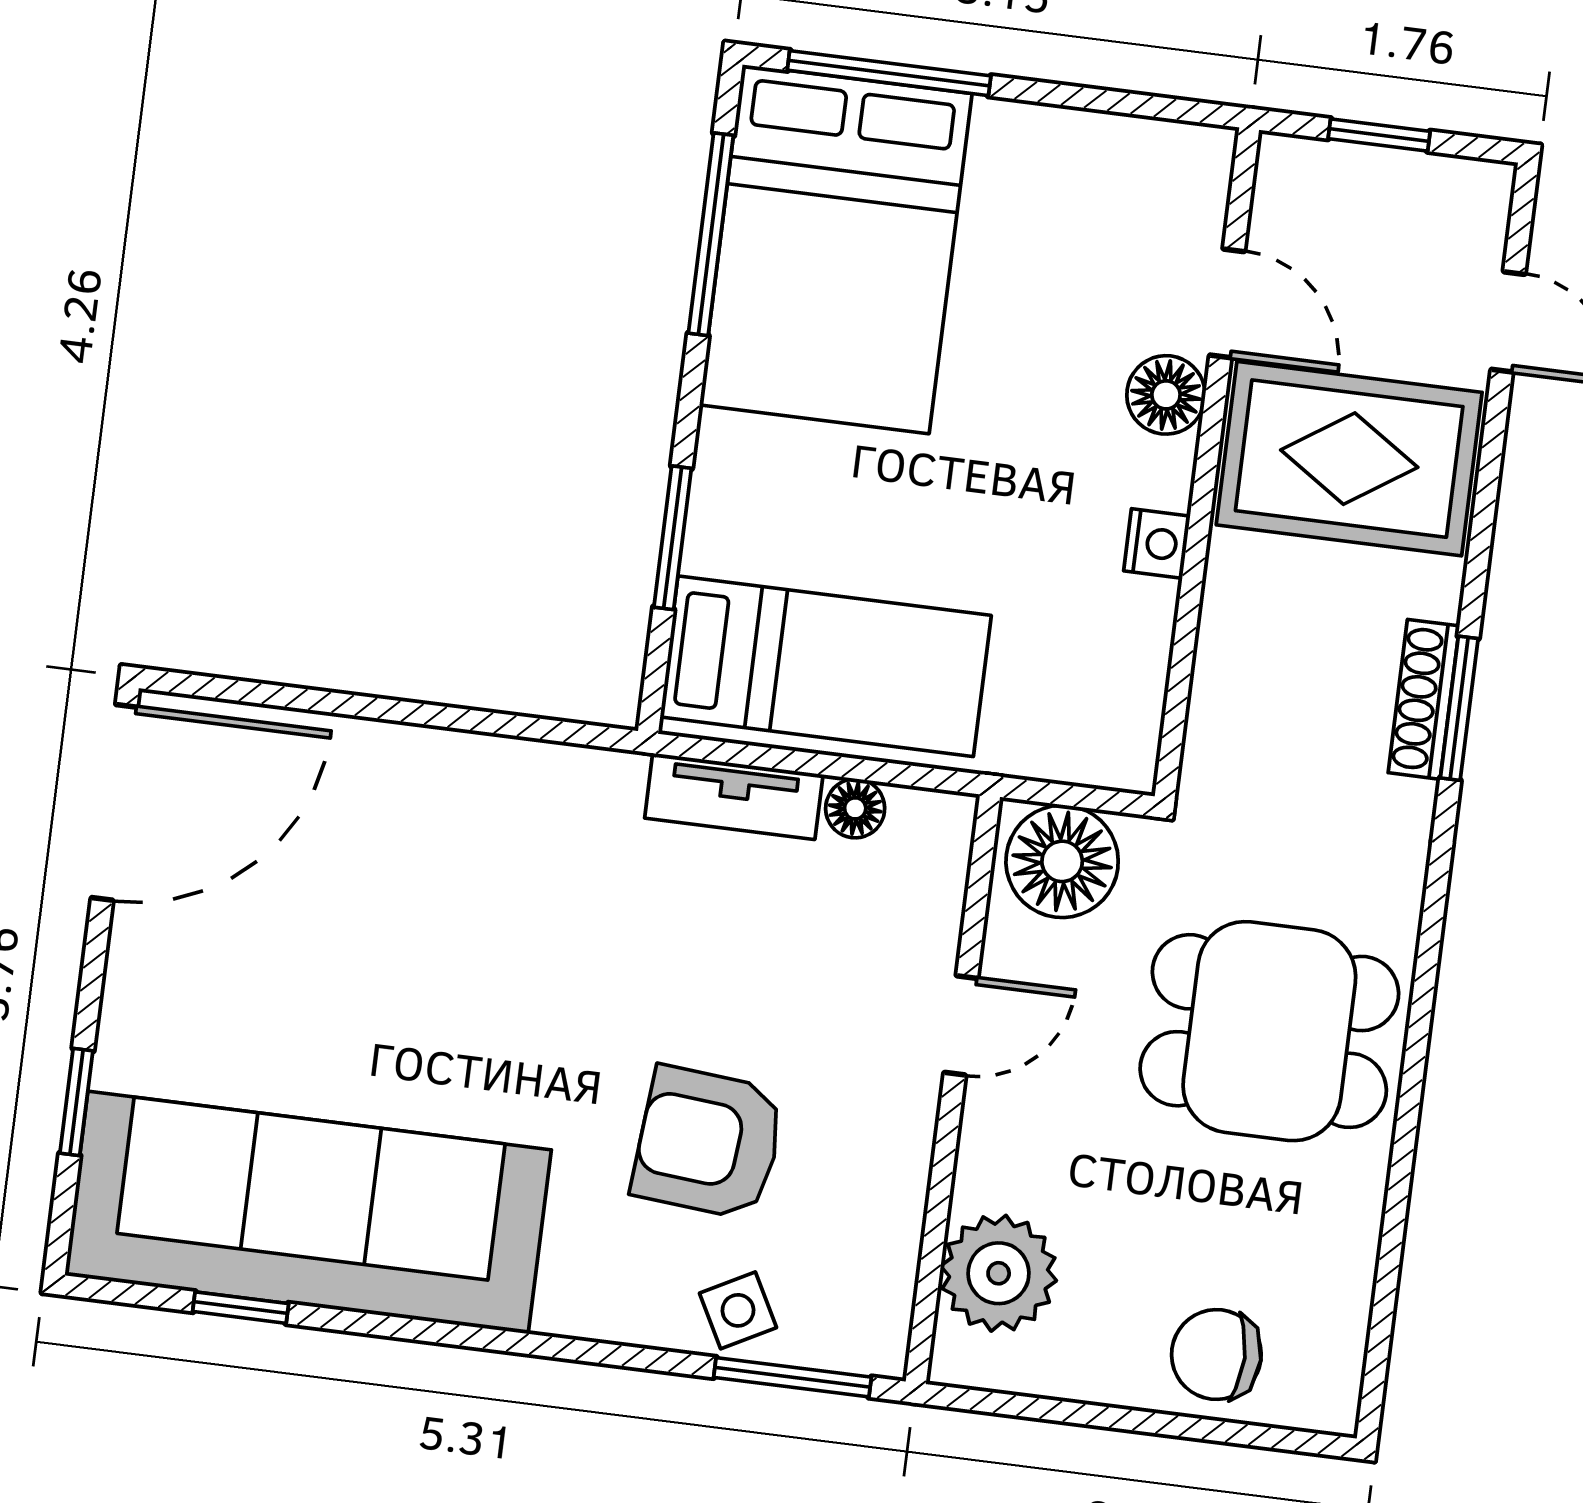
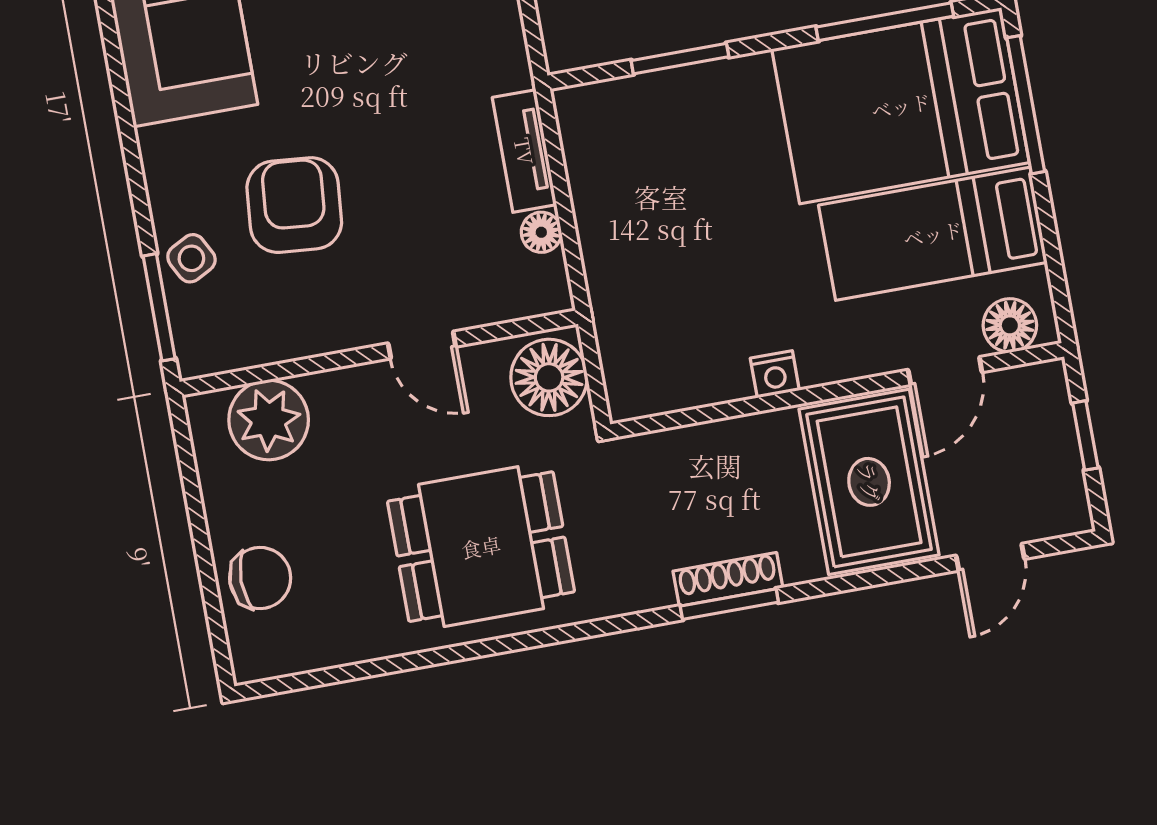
floor lamp: (1166, 395) -> (1010, 325), moved
bed: (826, 666) -> (933, 234), moved, turned 90
dining table: (1269, 1031) -> (481, 547), turned 90
chair: (1216, 1354) -> (260, 578), turned 90

